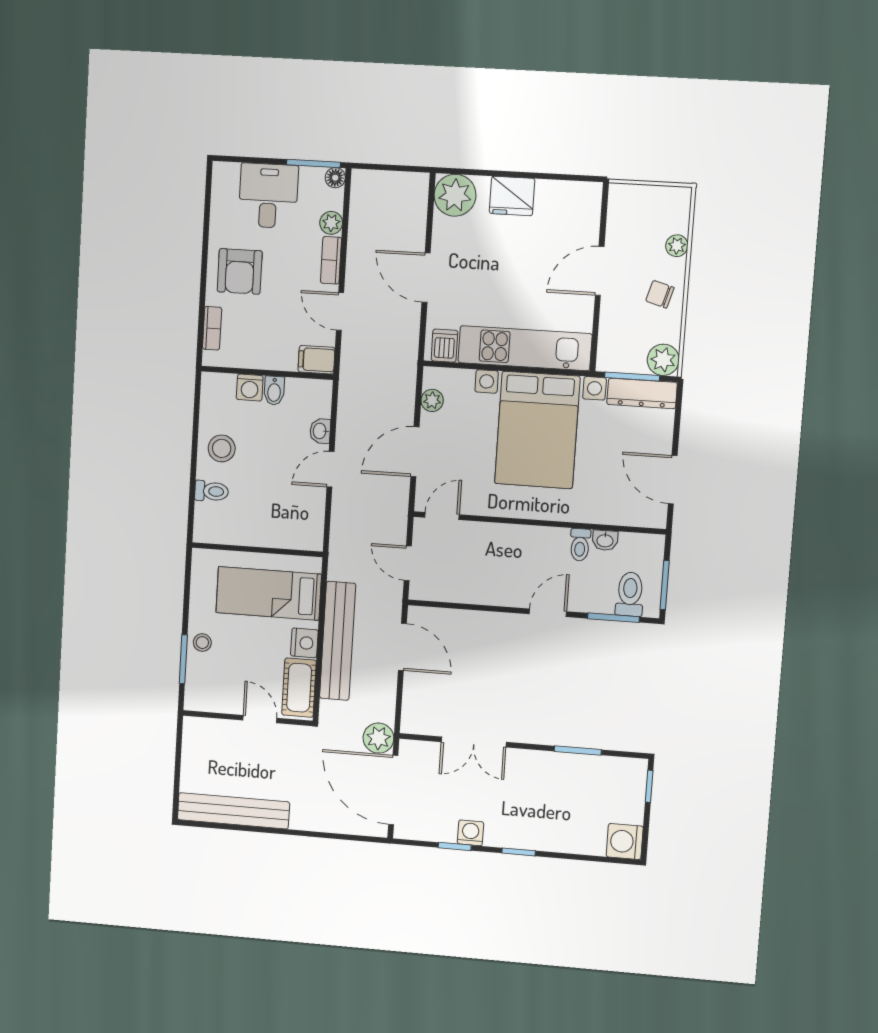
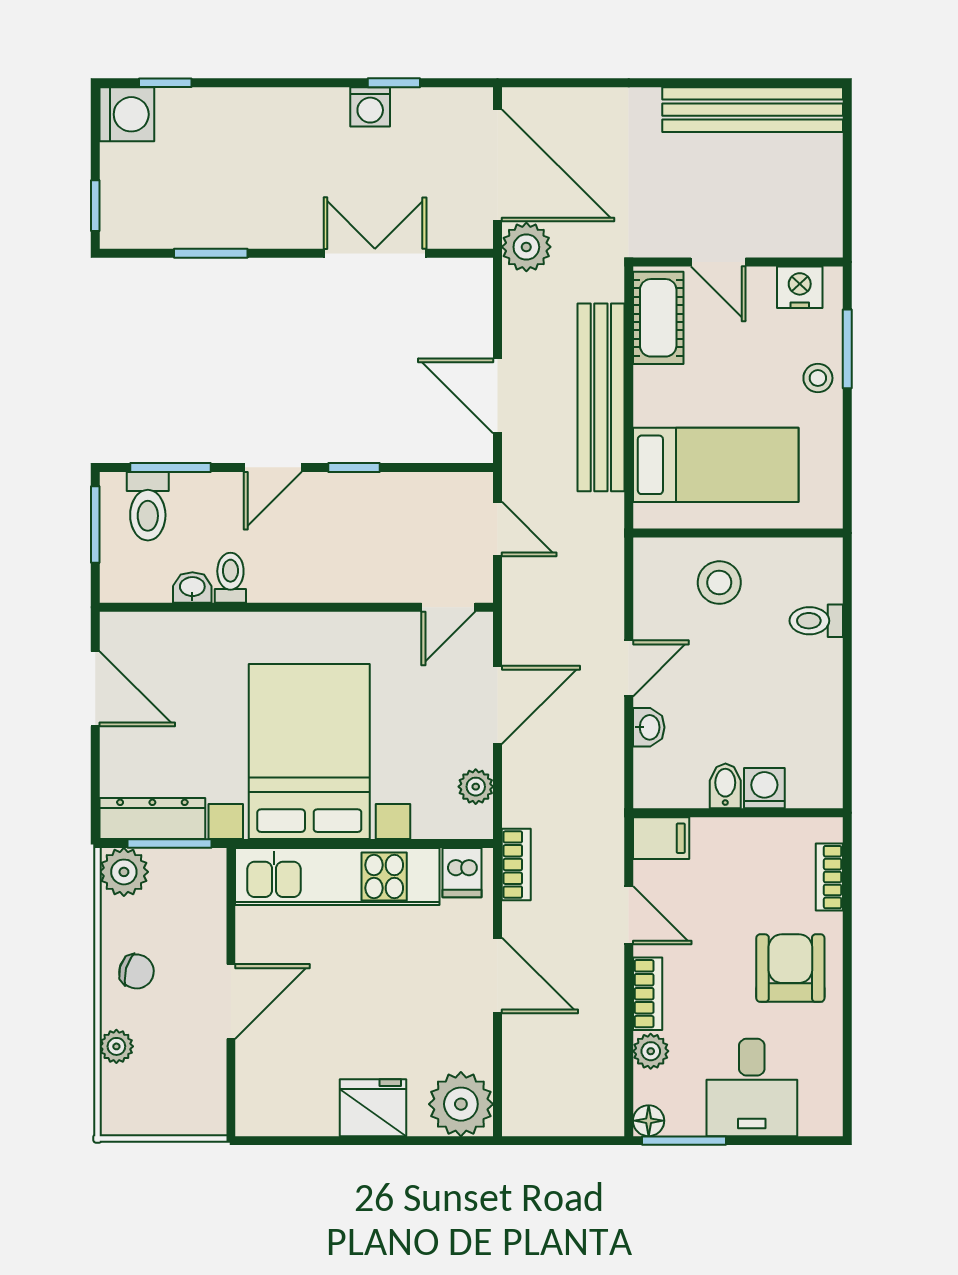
bookcase: (409, 349) -> (516, 865), added
stool: (222, 448) -> (719, 583), moved
window: (496, 609) -> (354, 467), added
nightstand: (304, 643) -> (800, 287), moved, turned 90
window: (519, 852) -> (165, 83), moved

